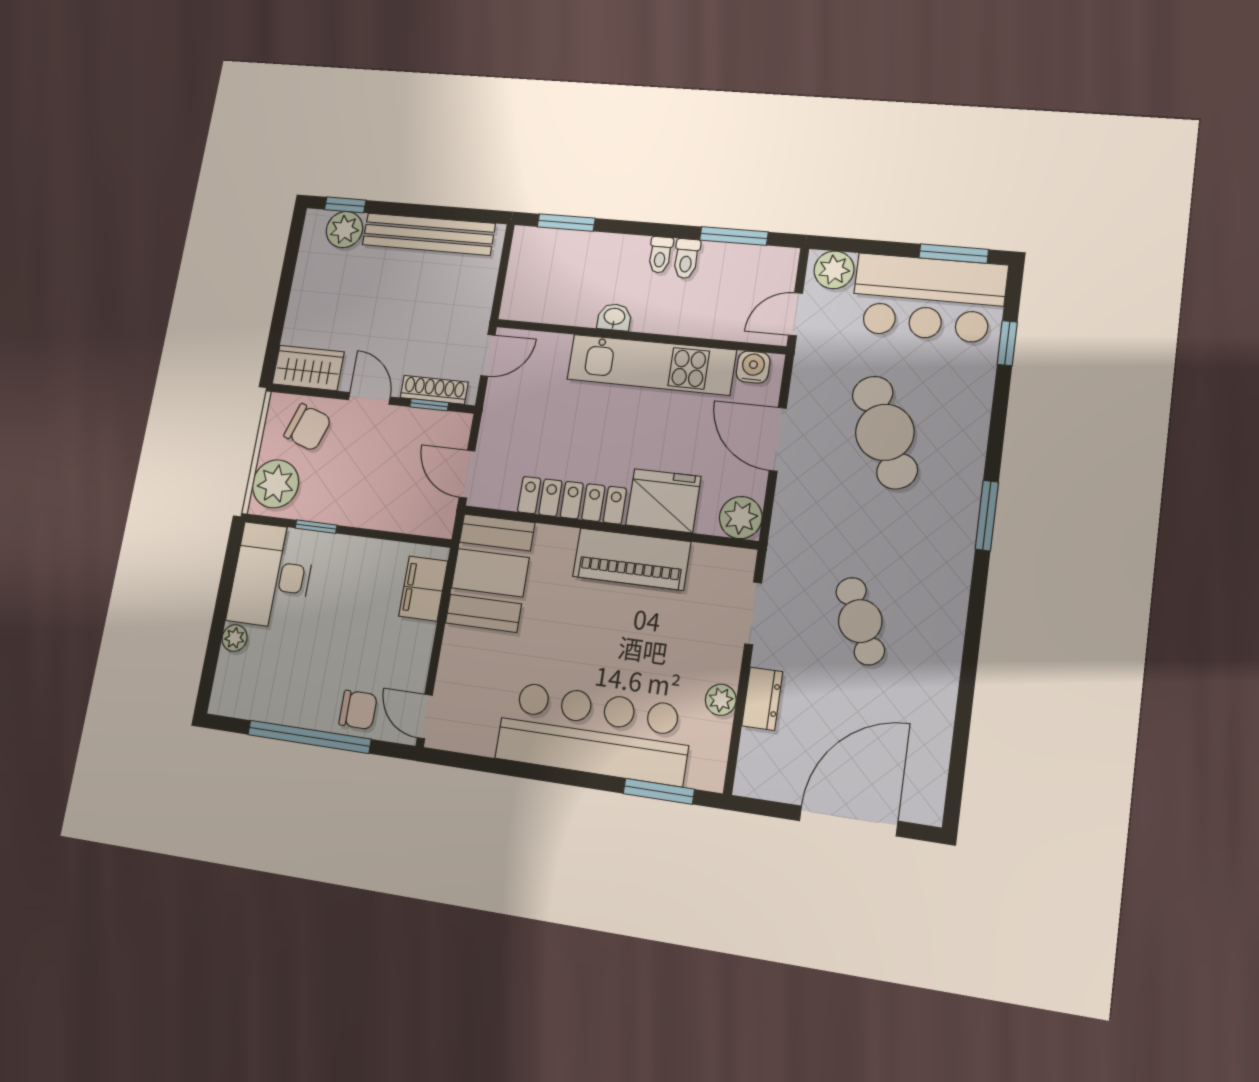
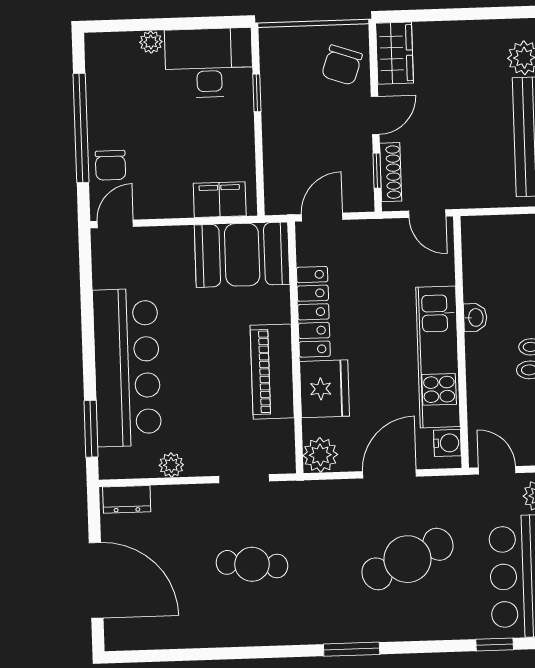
plant: (275, 484) -> (288, 47), removed
cafe table: (860, 621) -> (252, 564), turned 30
dresser: (762, 699) -> (127, 499), moved

